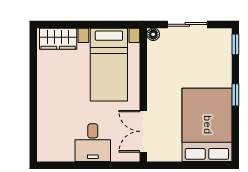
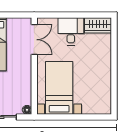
wardrobe: (58, 39) -> (98, 25), moved, turned 180

